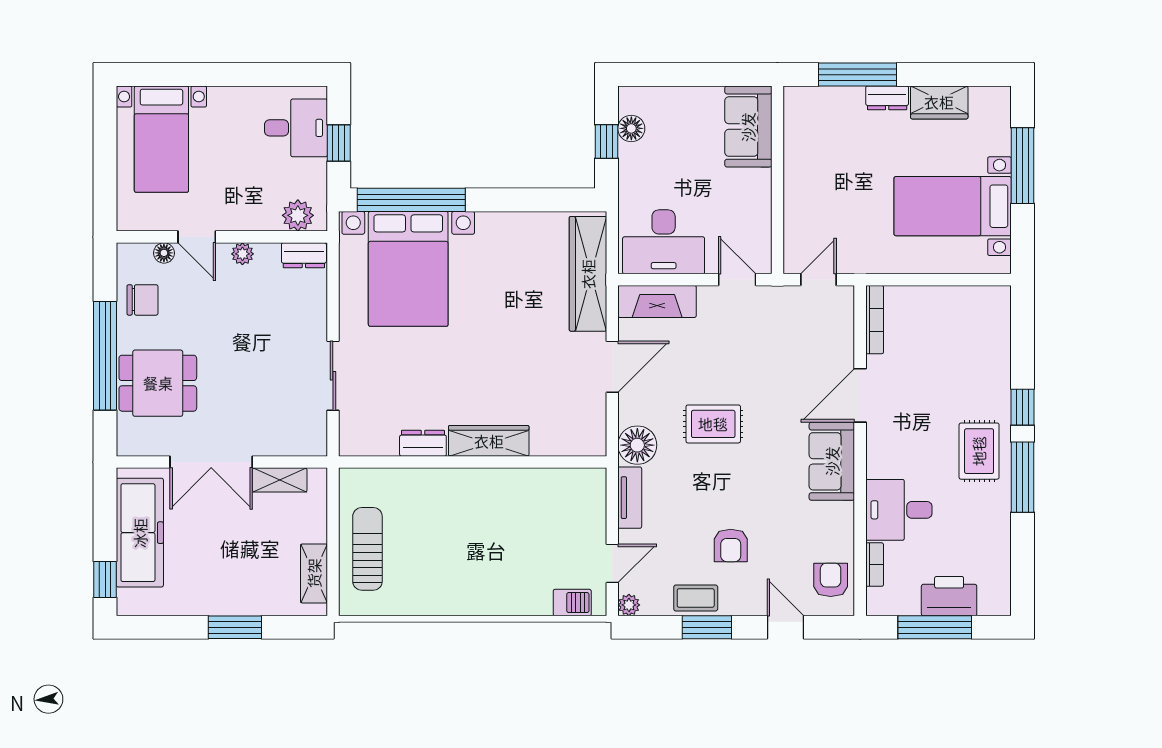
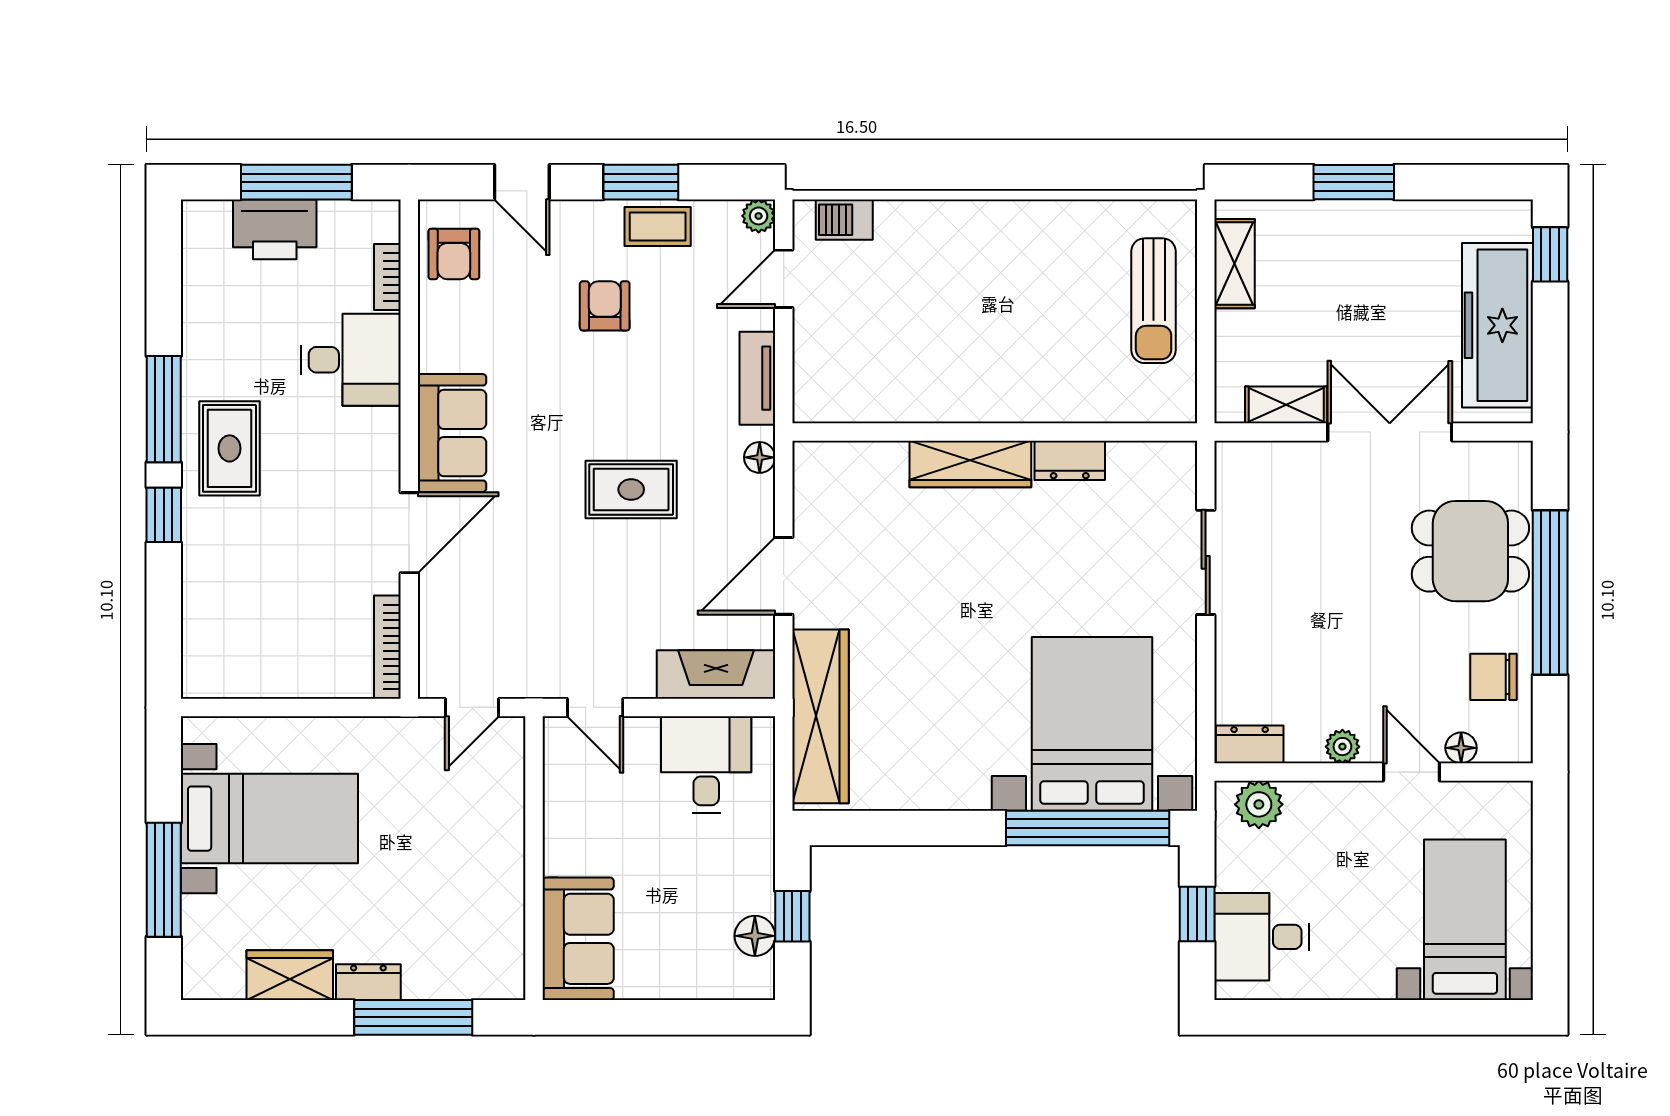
desk: (664, 242) -> (706, 765), width x0.73
floor lamp: (637, 445) -> (760, 457), width x0.53, depth x0.53

